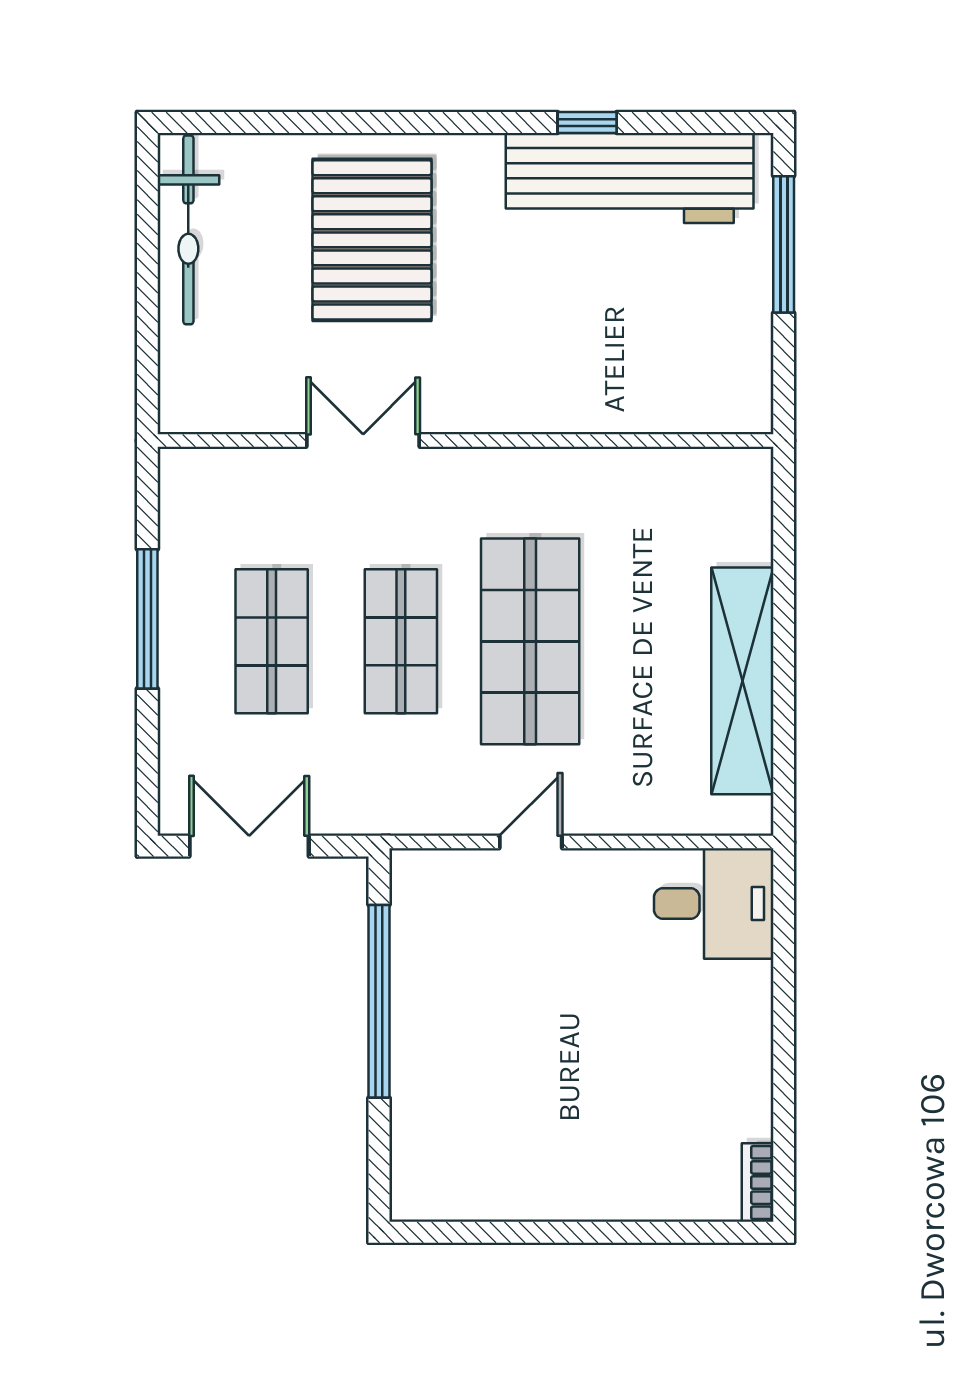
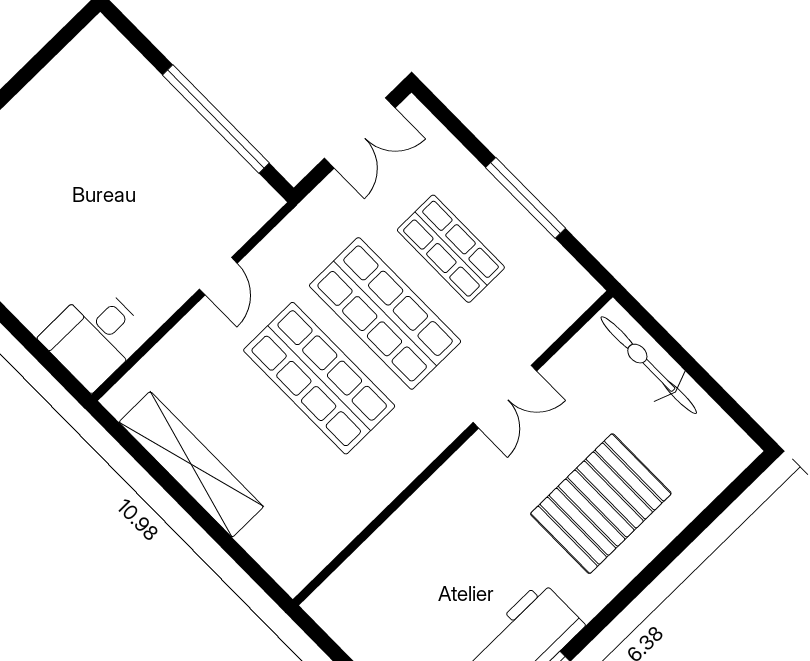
bicycle: (188, 230) -> (649, 365), moved
pallet: (372, 240) -> (601, 504), turned 90
shop shelf: (401, 641) -> (385, 313), width x1.43, depth x1.36

